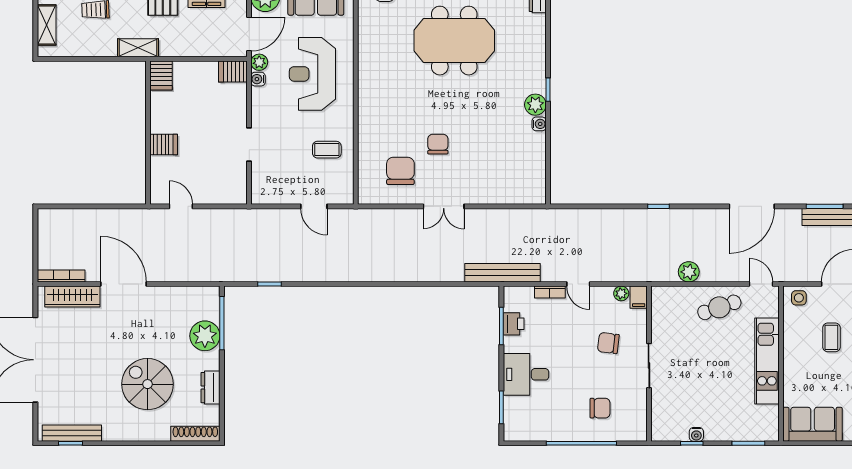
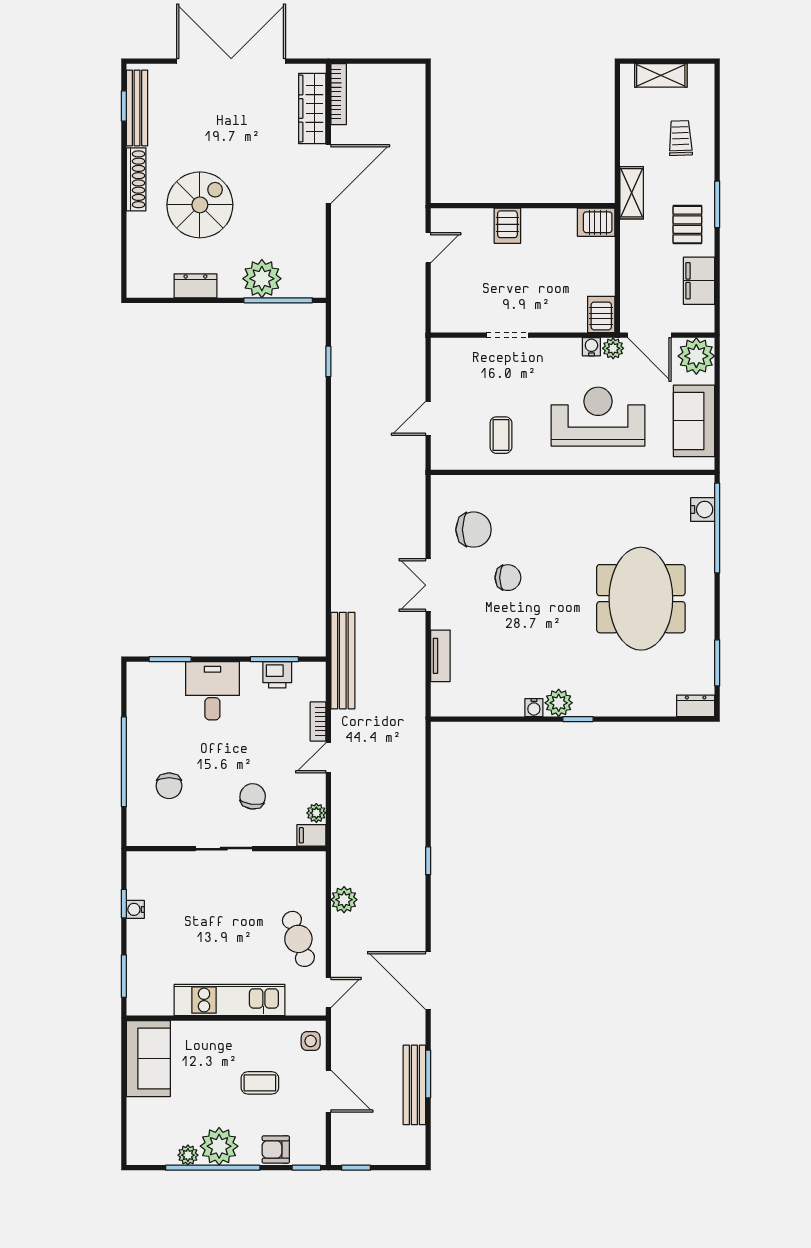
tv unit: (499, 197) -> (440, 656), added
shoe rack: (195, 434) -> (136, 179), moved

